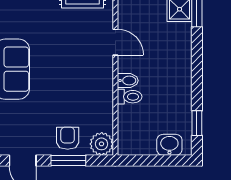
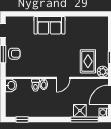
plant: (102, 144) -> (11, 71), removed
washbasin: (169, 145) -> (11, 85), moved

